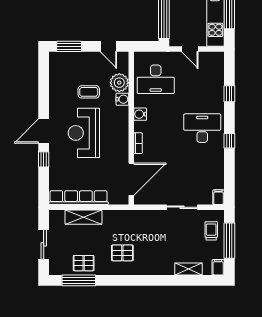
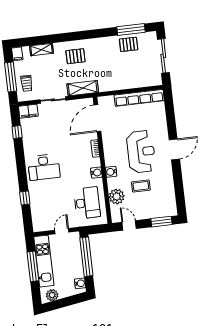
door: (190, 49) -> (62, 231), hinge flipped
desk: (156, 79) -> (87, 203), turned 90
water cooler: (122, 99) -> (111, 172), moved
window: (229, 141) -> (17, 132), moved
window: (44, 159) -> (172, 126), removed
filing cabinet: (218, 197) -> (28, 111), width x2.00
shelving: (83, 217) -> (83, 88), moved
sliding door: (44, 244) -> (163, 56), width x1.37
pallet: (122, 253) -> (75, 56), moved

